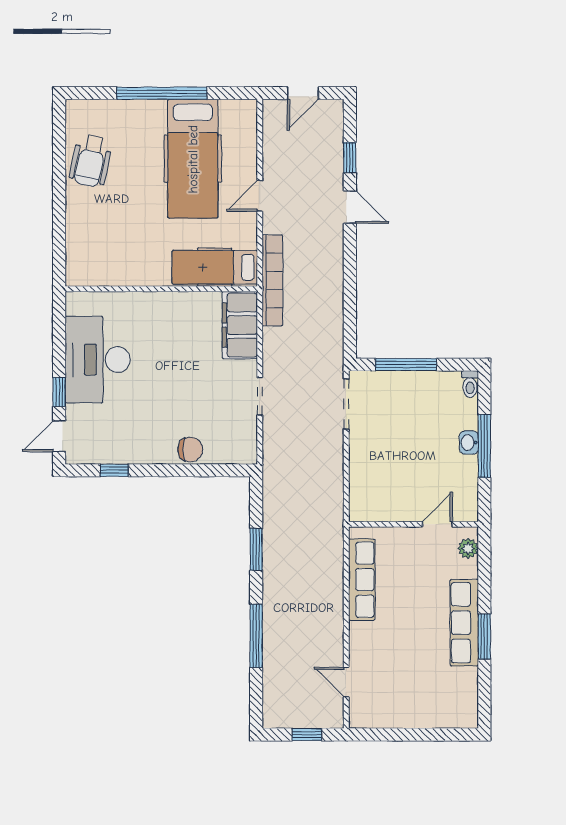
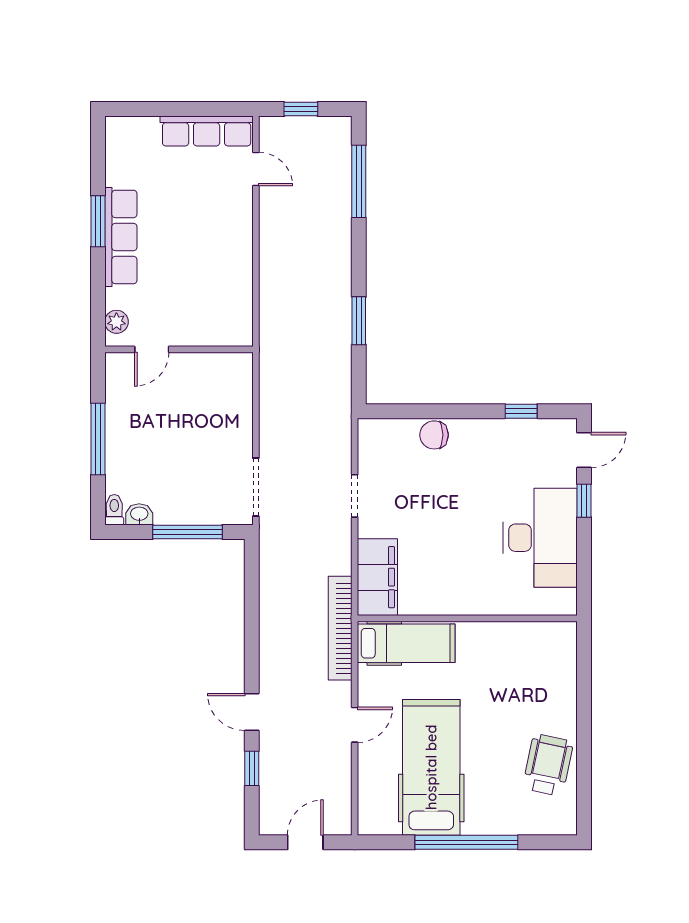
washbasin: (469, 443) -> (139, 514), moved, turned -90
row of seats: (362, 580) -> (207, 131), moved, turned -90
window: (256, 636) -> (359, 181), moved

